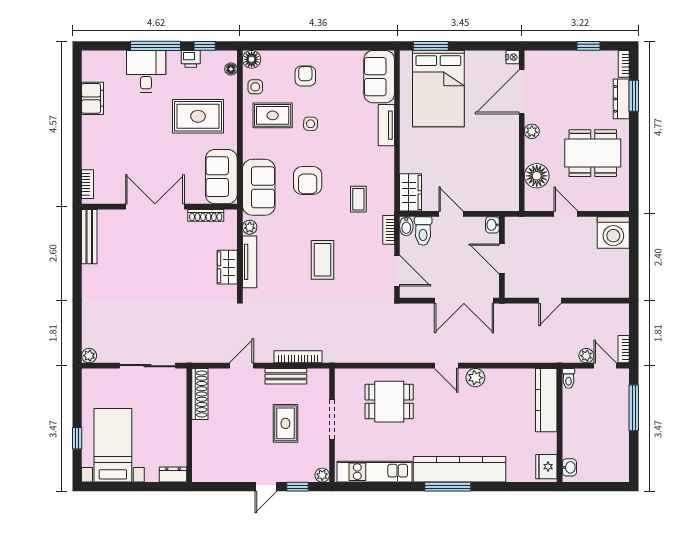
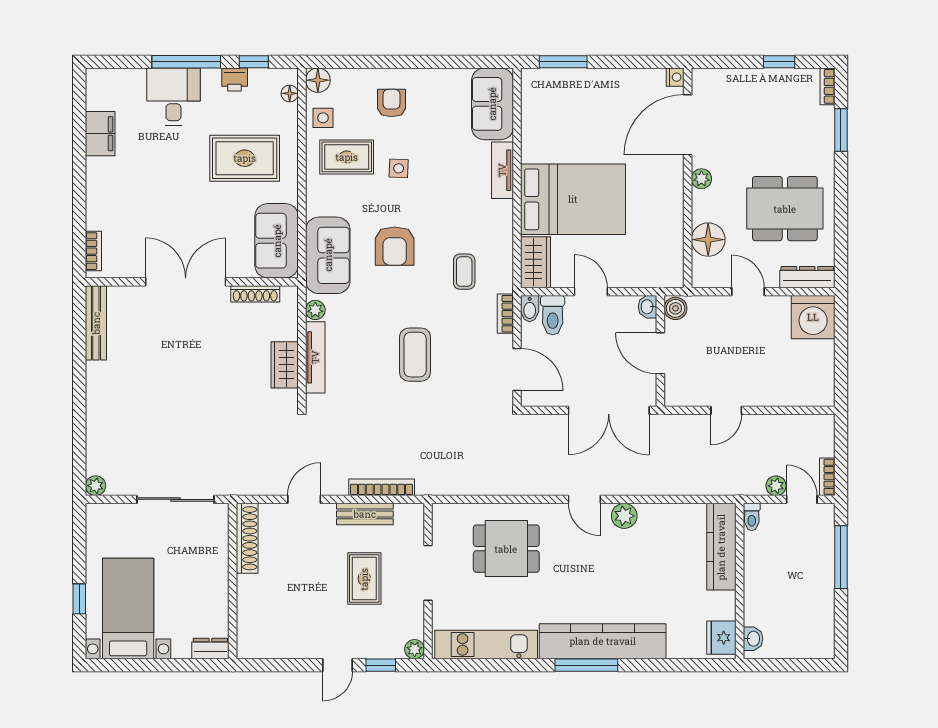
bed: (438, 89) -> (573, 199), moved, turned -90
dresser: (621, 99) -> (807, 277), moved, turned 90
boiler: (513, 226) -> (676, 308), added

